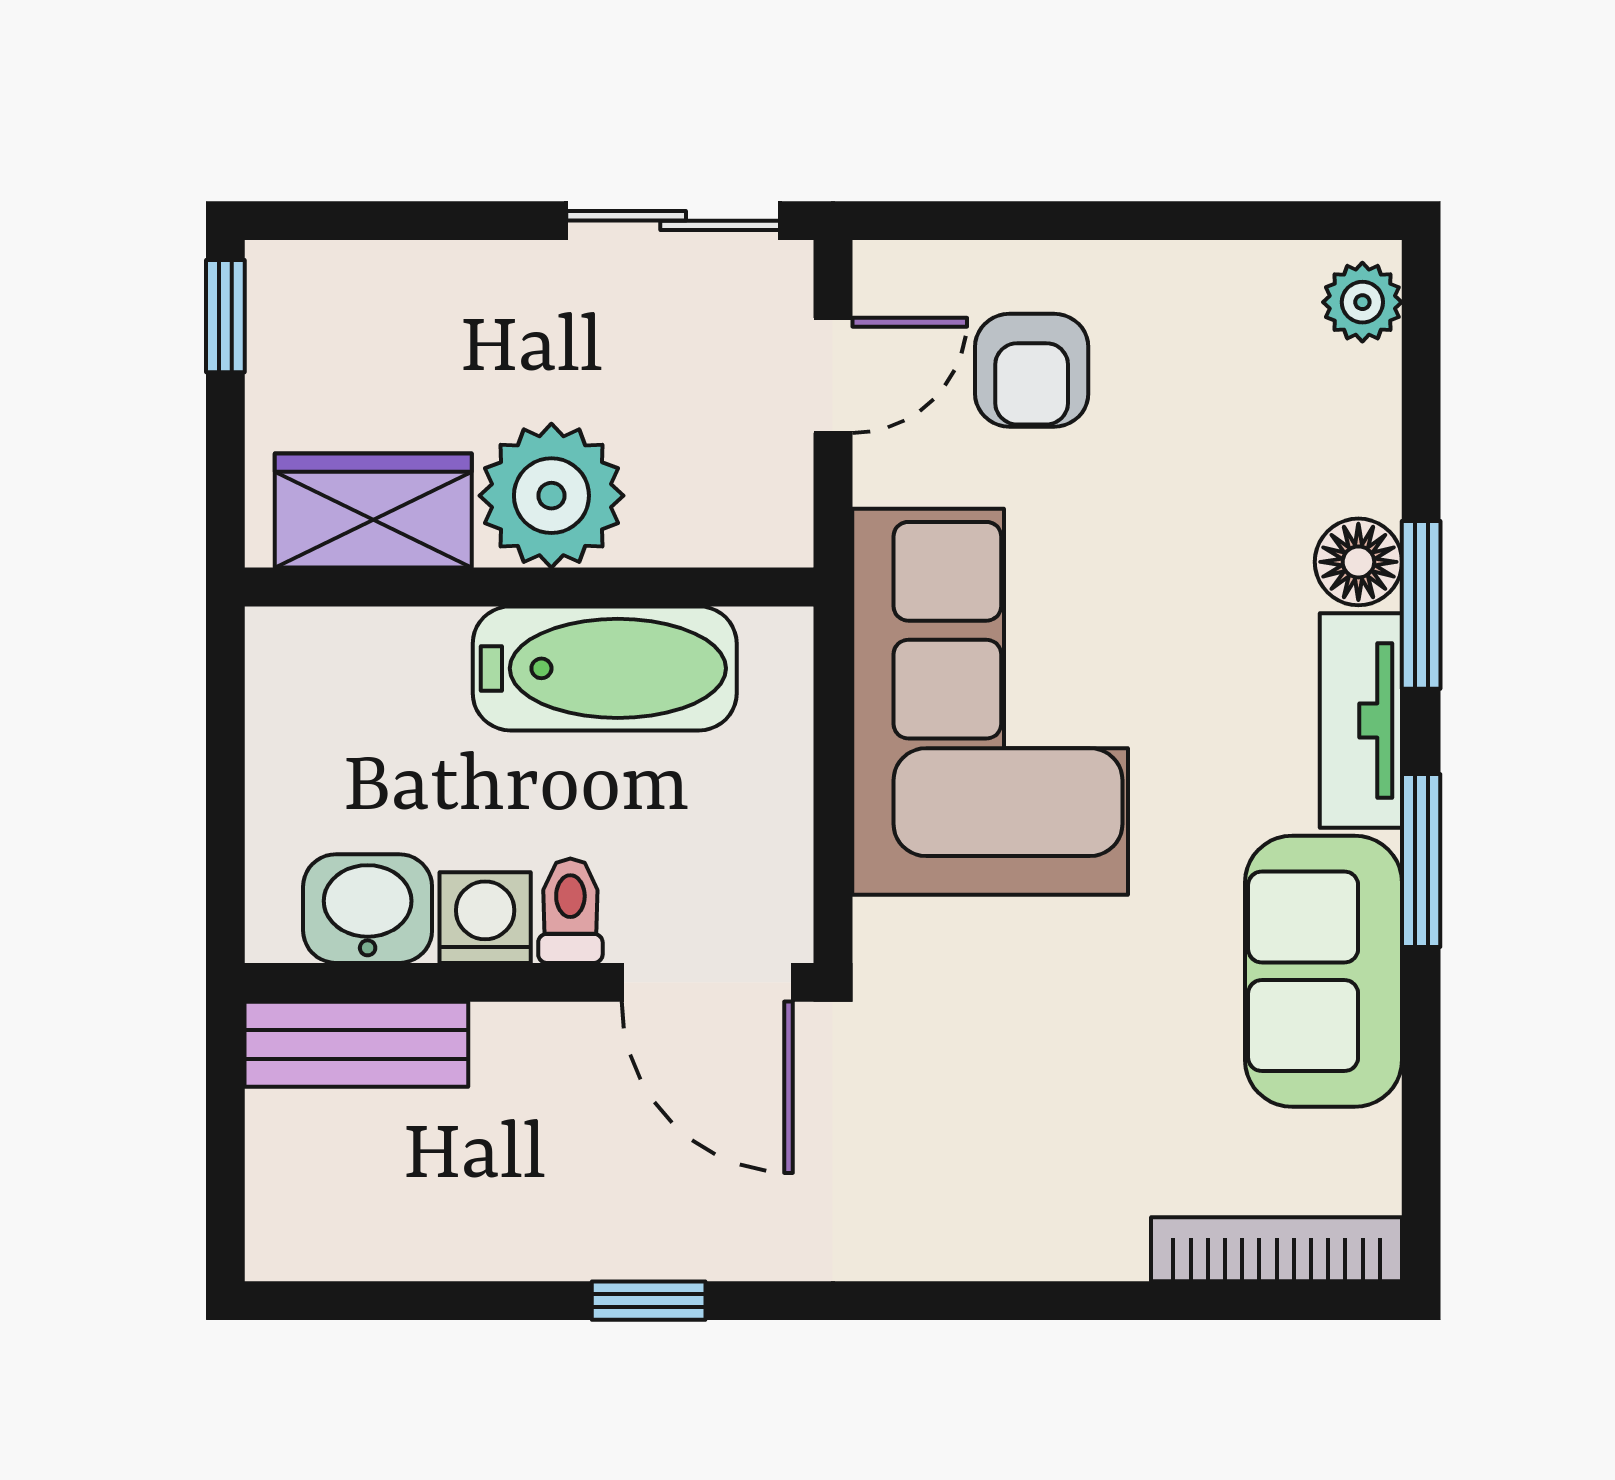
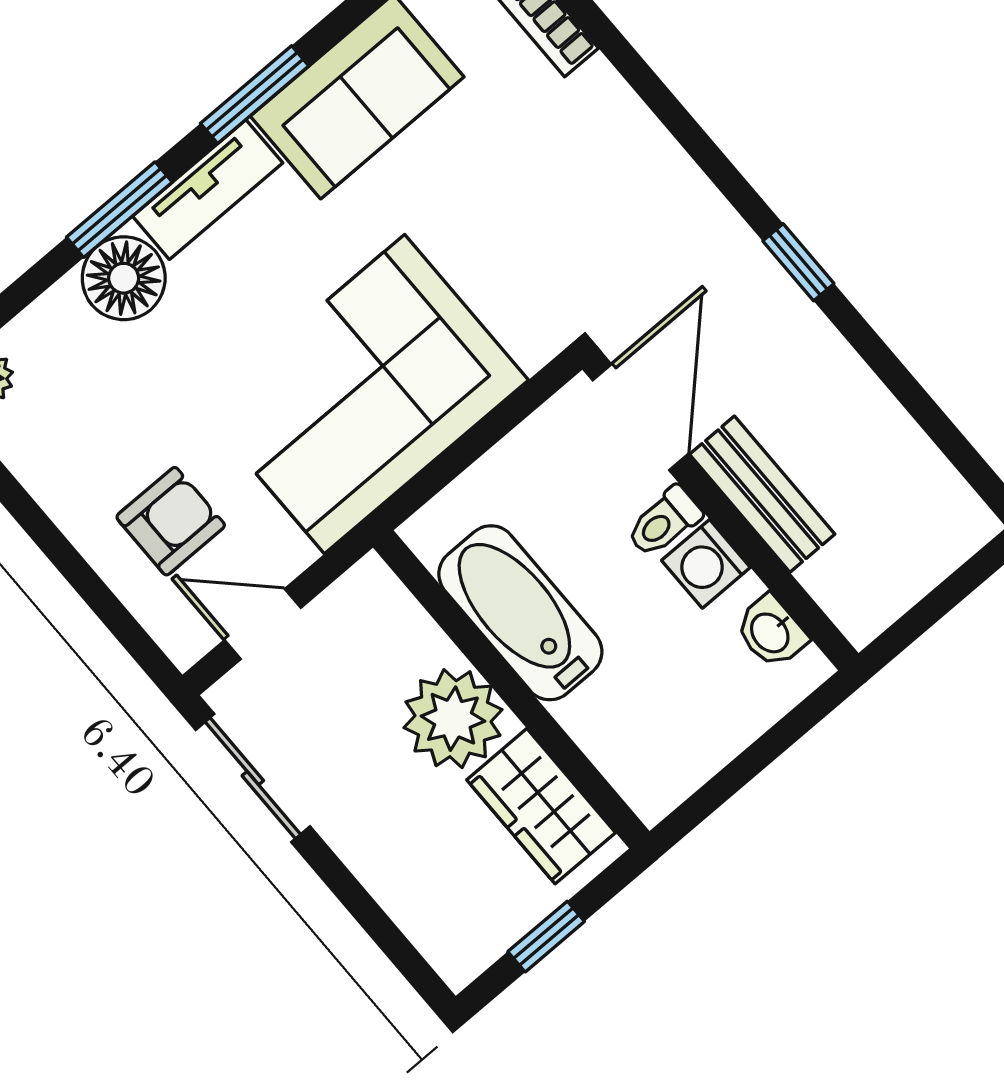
window: (225, 316) -> (546, 937), moved
floor lamp: (1358, 562) -> (124, 278), width x1.38, depth x1.38
washbasin: (368, 909) -> (771, 632), width x0.72, depth x0.69
bench: (356, 1044) -> (762, 494), moved
window: (649, 1301) -> (798, 262), moved

